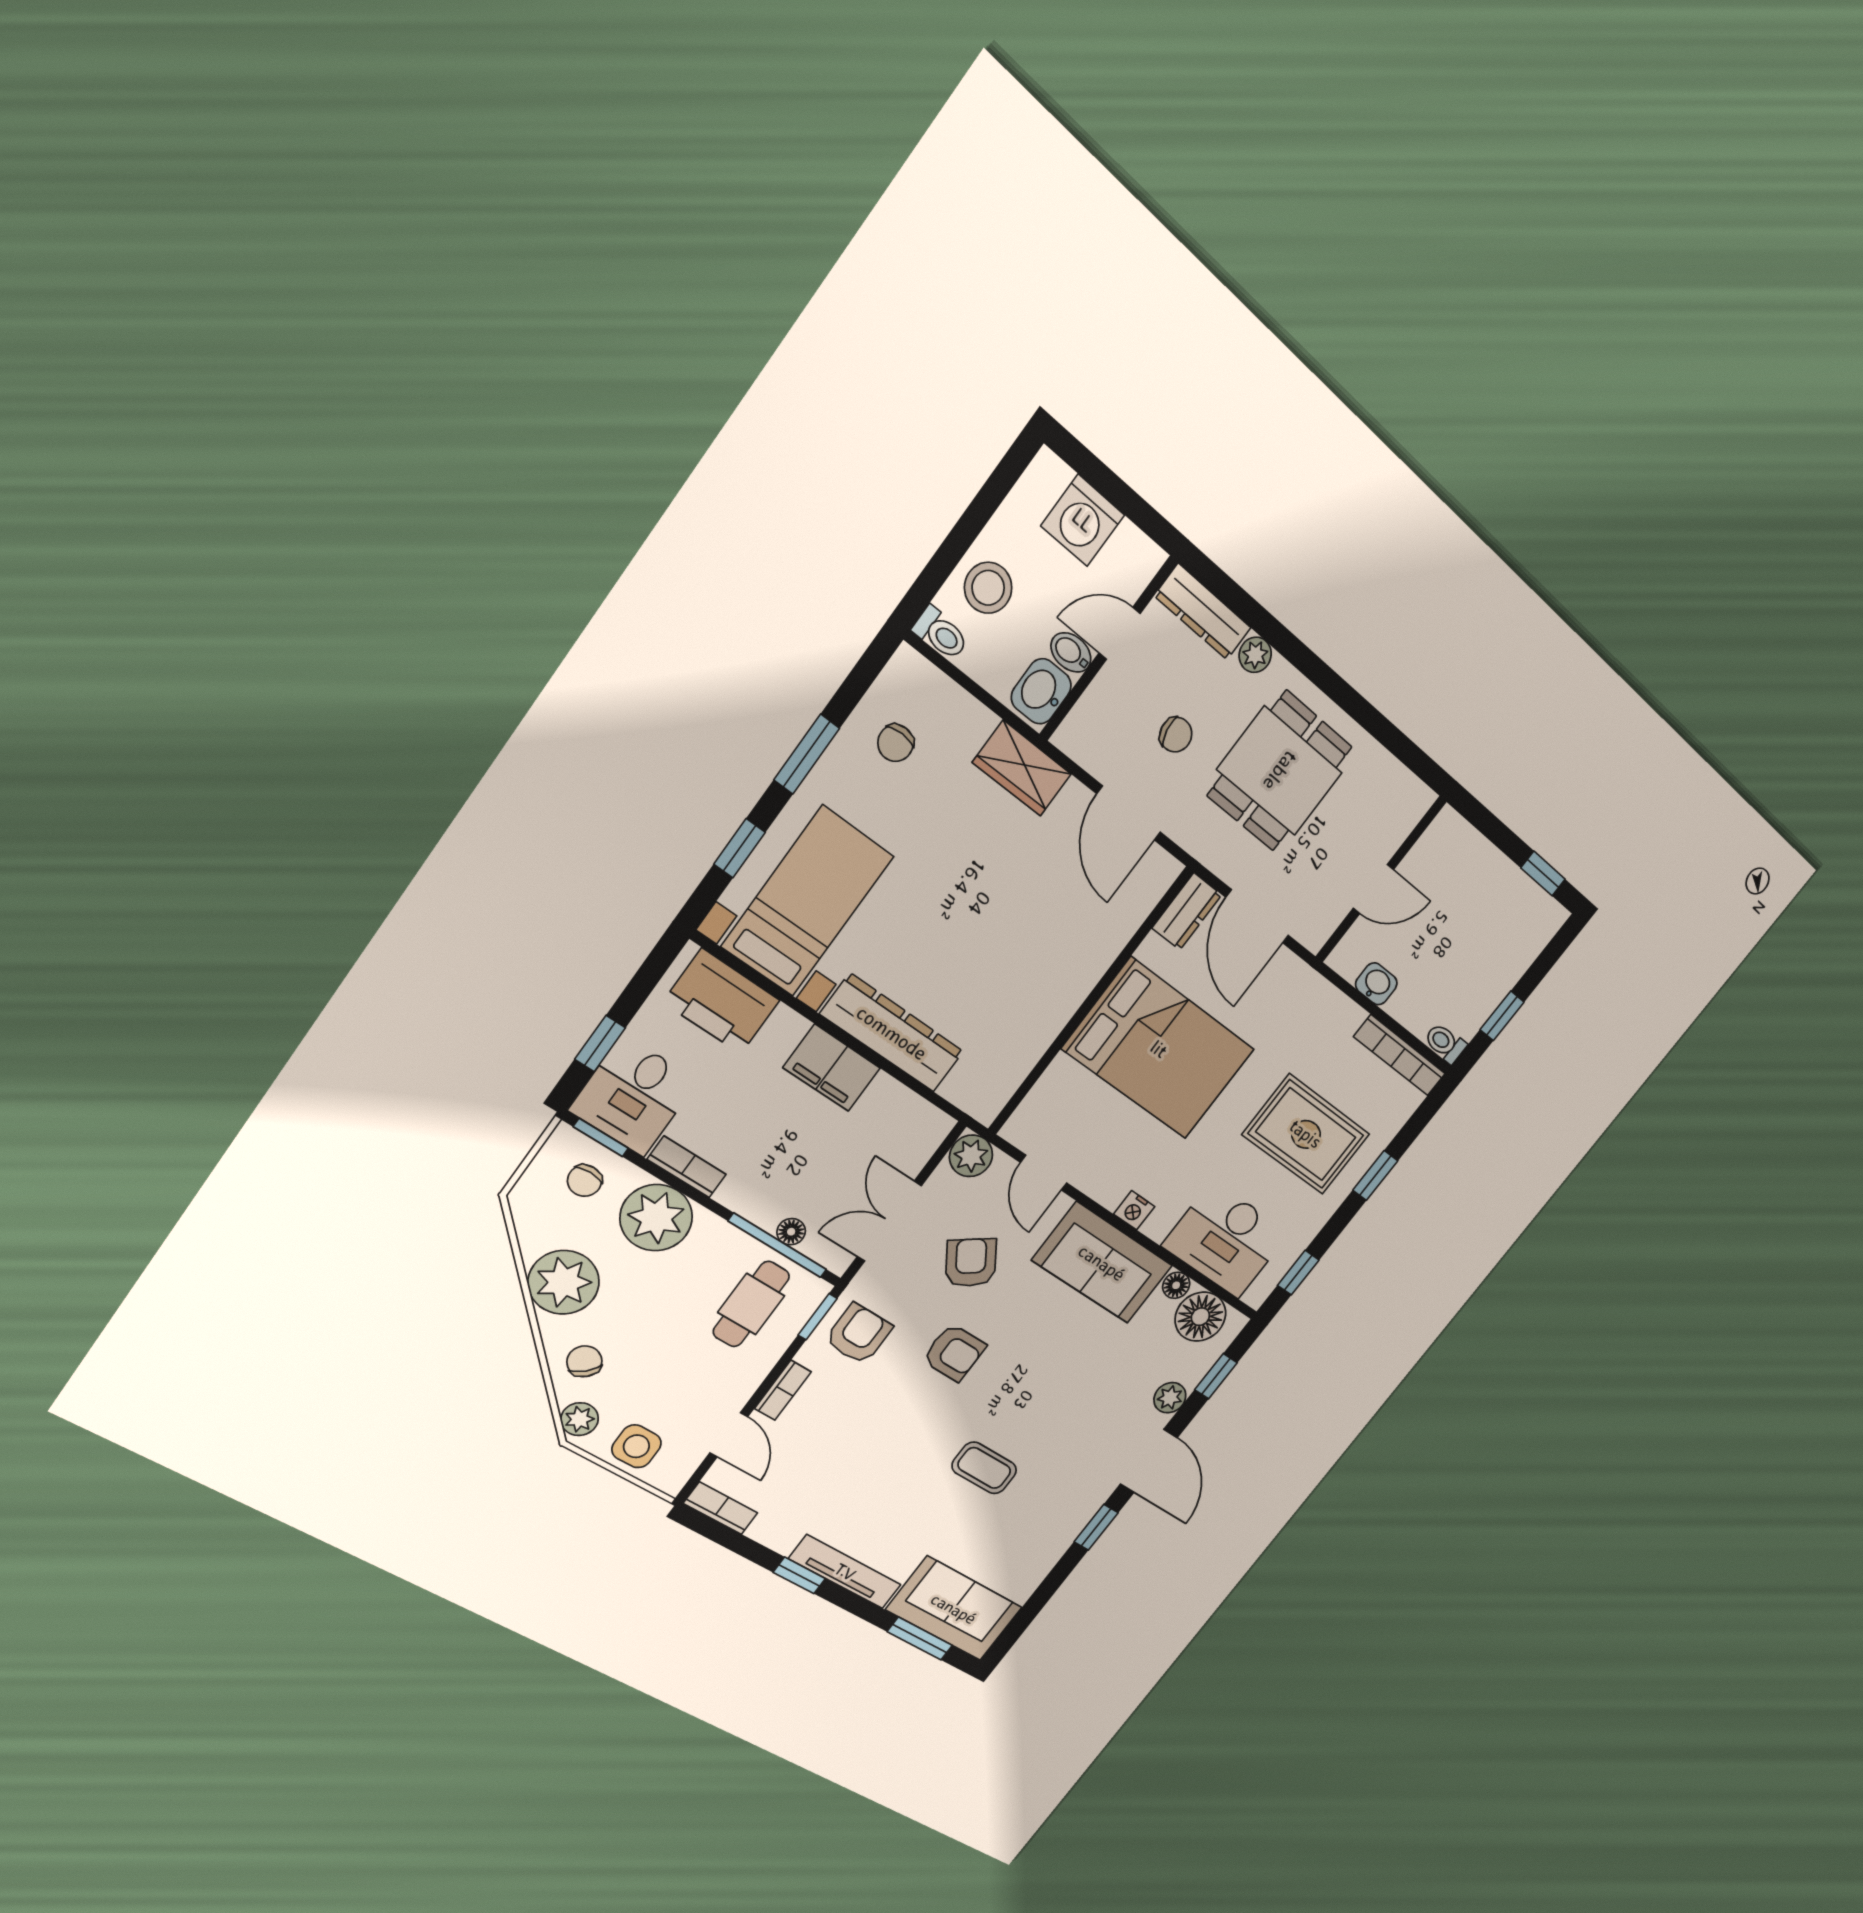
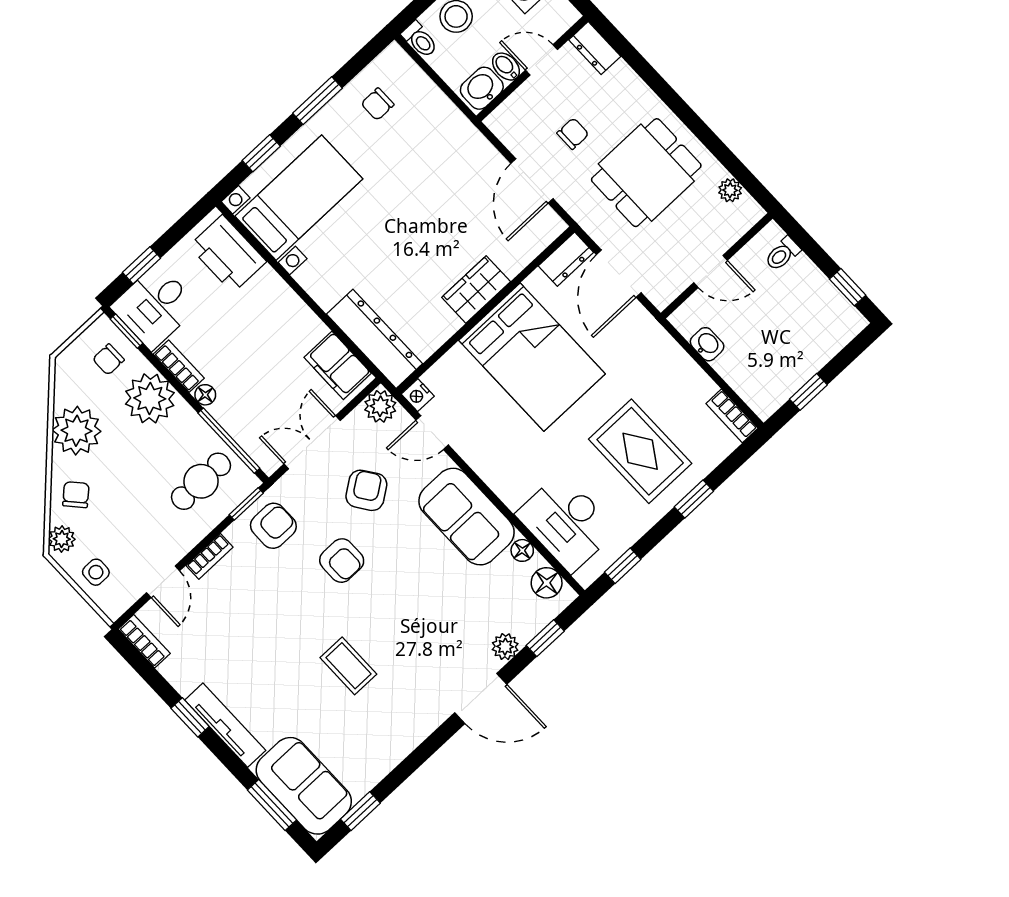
dresser: (1203, 612) -> (595, 48), width x0.70
plant: (1255, 655) -> (730, 190), moved
chair: (1176, 735) -> (573, 134), turned -79
wardrobe: (1022, 768) -> (476, 289), moved, turned 90
dresser: (892, 1033) -> (375, 339), moved
toilet: (1445, 1043) -> (782, 254), moved, turned -90
bookcase: (1400, 1055) -> (732, 416), width x0.64
filing cabinet: (832, 1068) -> (338, 365), moved
door: (1044, 1173) -> (432, 433), hinge flipped
nightstand: (1134, 1210) -> (418, 395), moved
floor lamp: (791, 1232) -> (205, 395), moved
floor lamp: (1200, 1317) -> (547, 583), width x0.73, depth x0.73
side table: (636, 1446) -> (96, 572), width x0.73, depth x0.73
door: (1149, 1461) -> (481, 698), hinge flipped
window: (1096, 1527) -> (360, 811), moved

